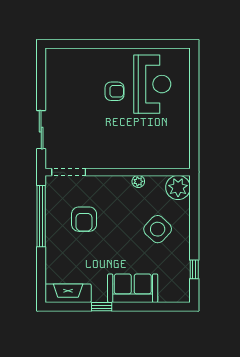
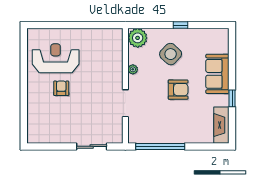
doorway: (69, 172) -> (125, 103), moved
armchair: (84, 219) -> (178, 90), moved
window: (194, 269) -> (181, 25), moved

